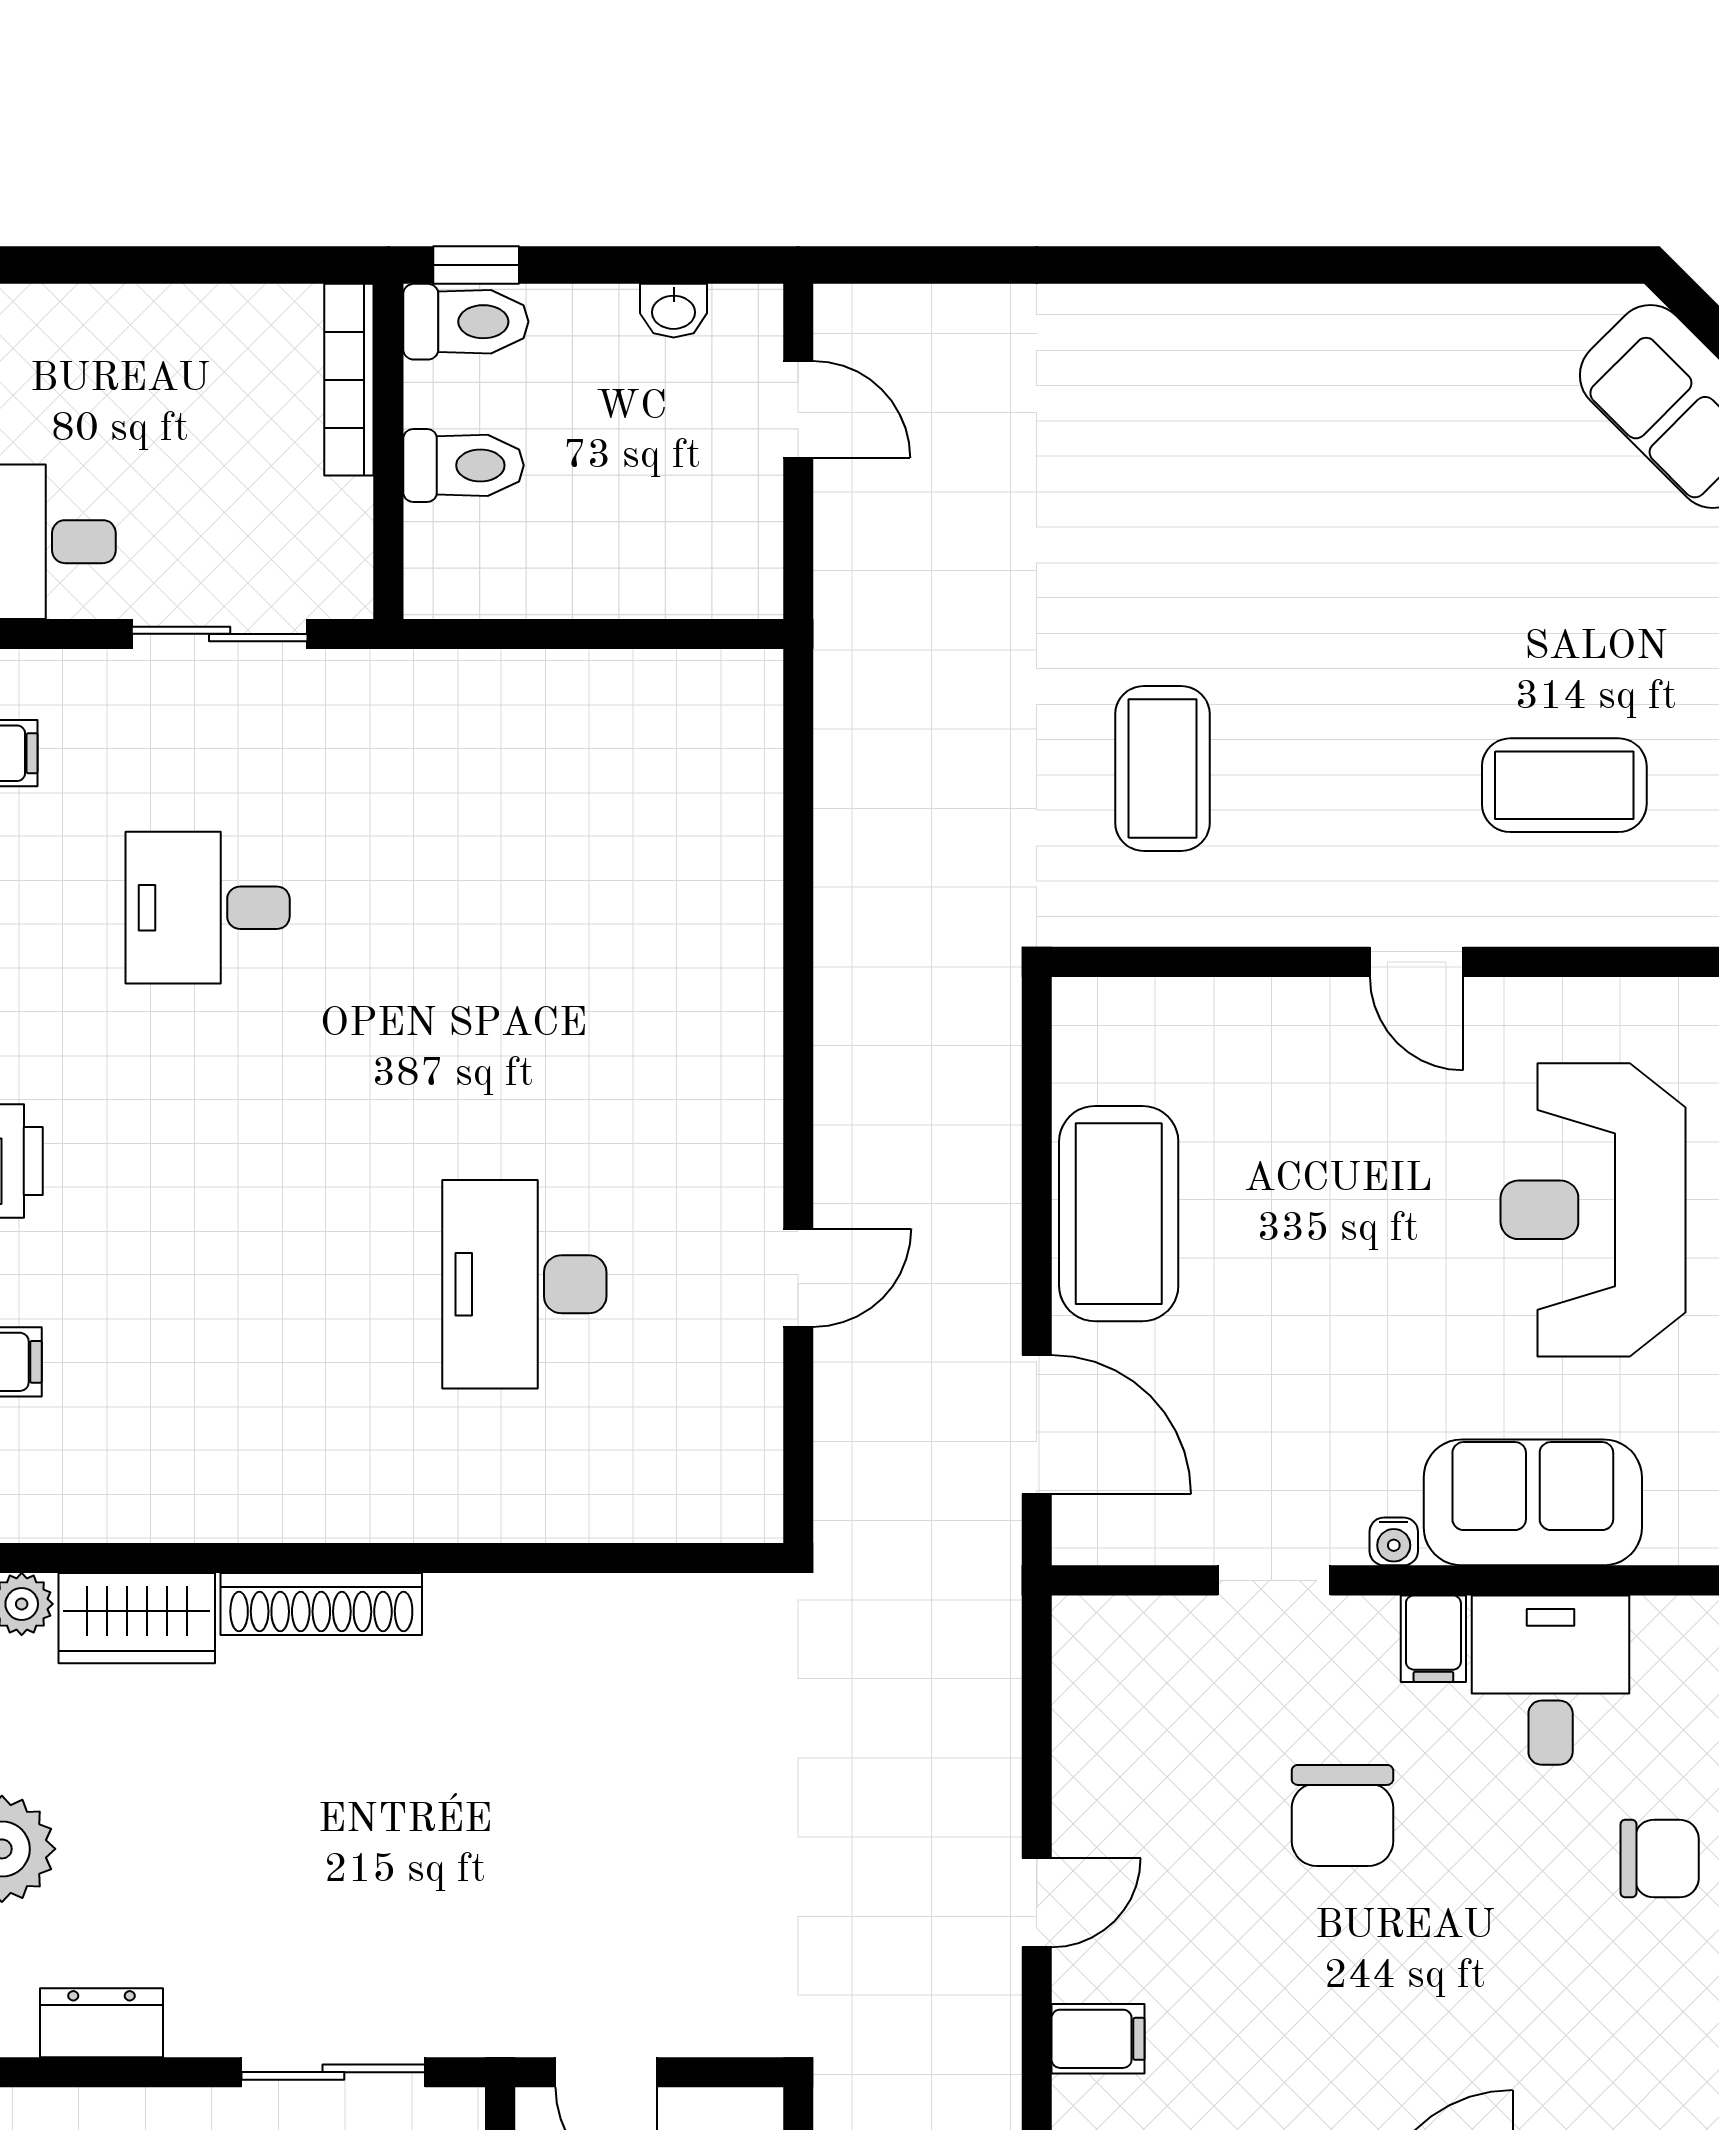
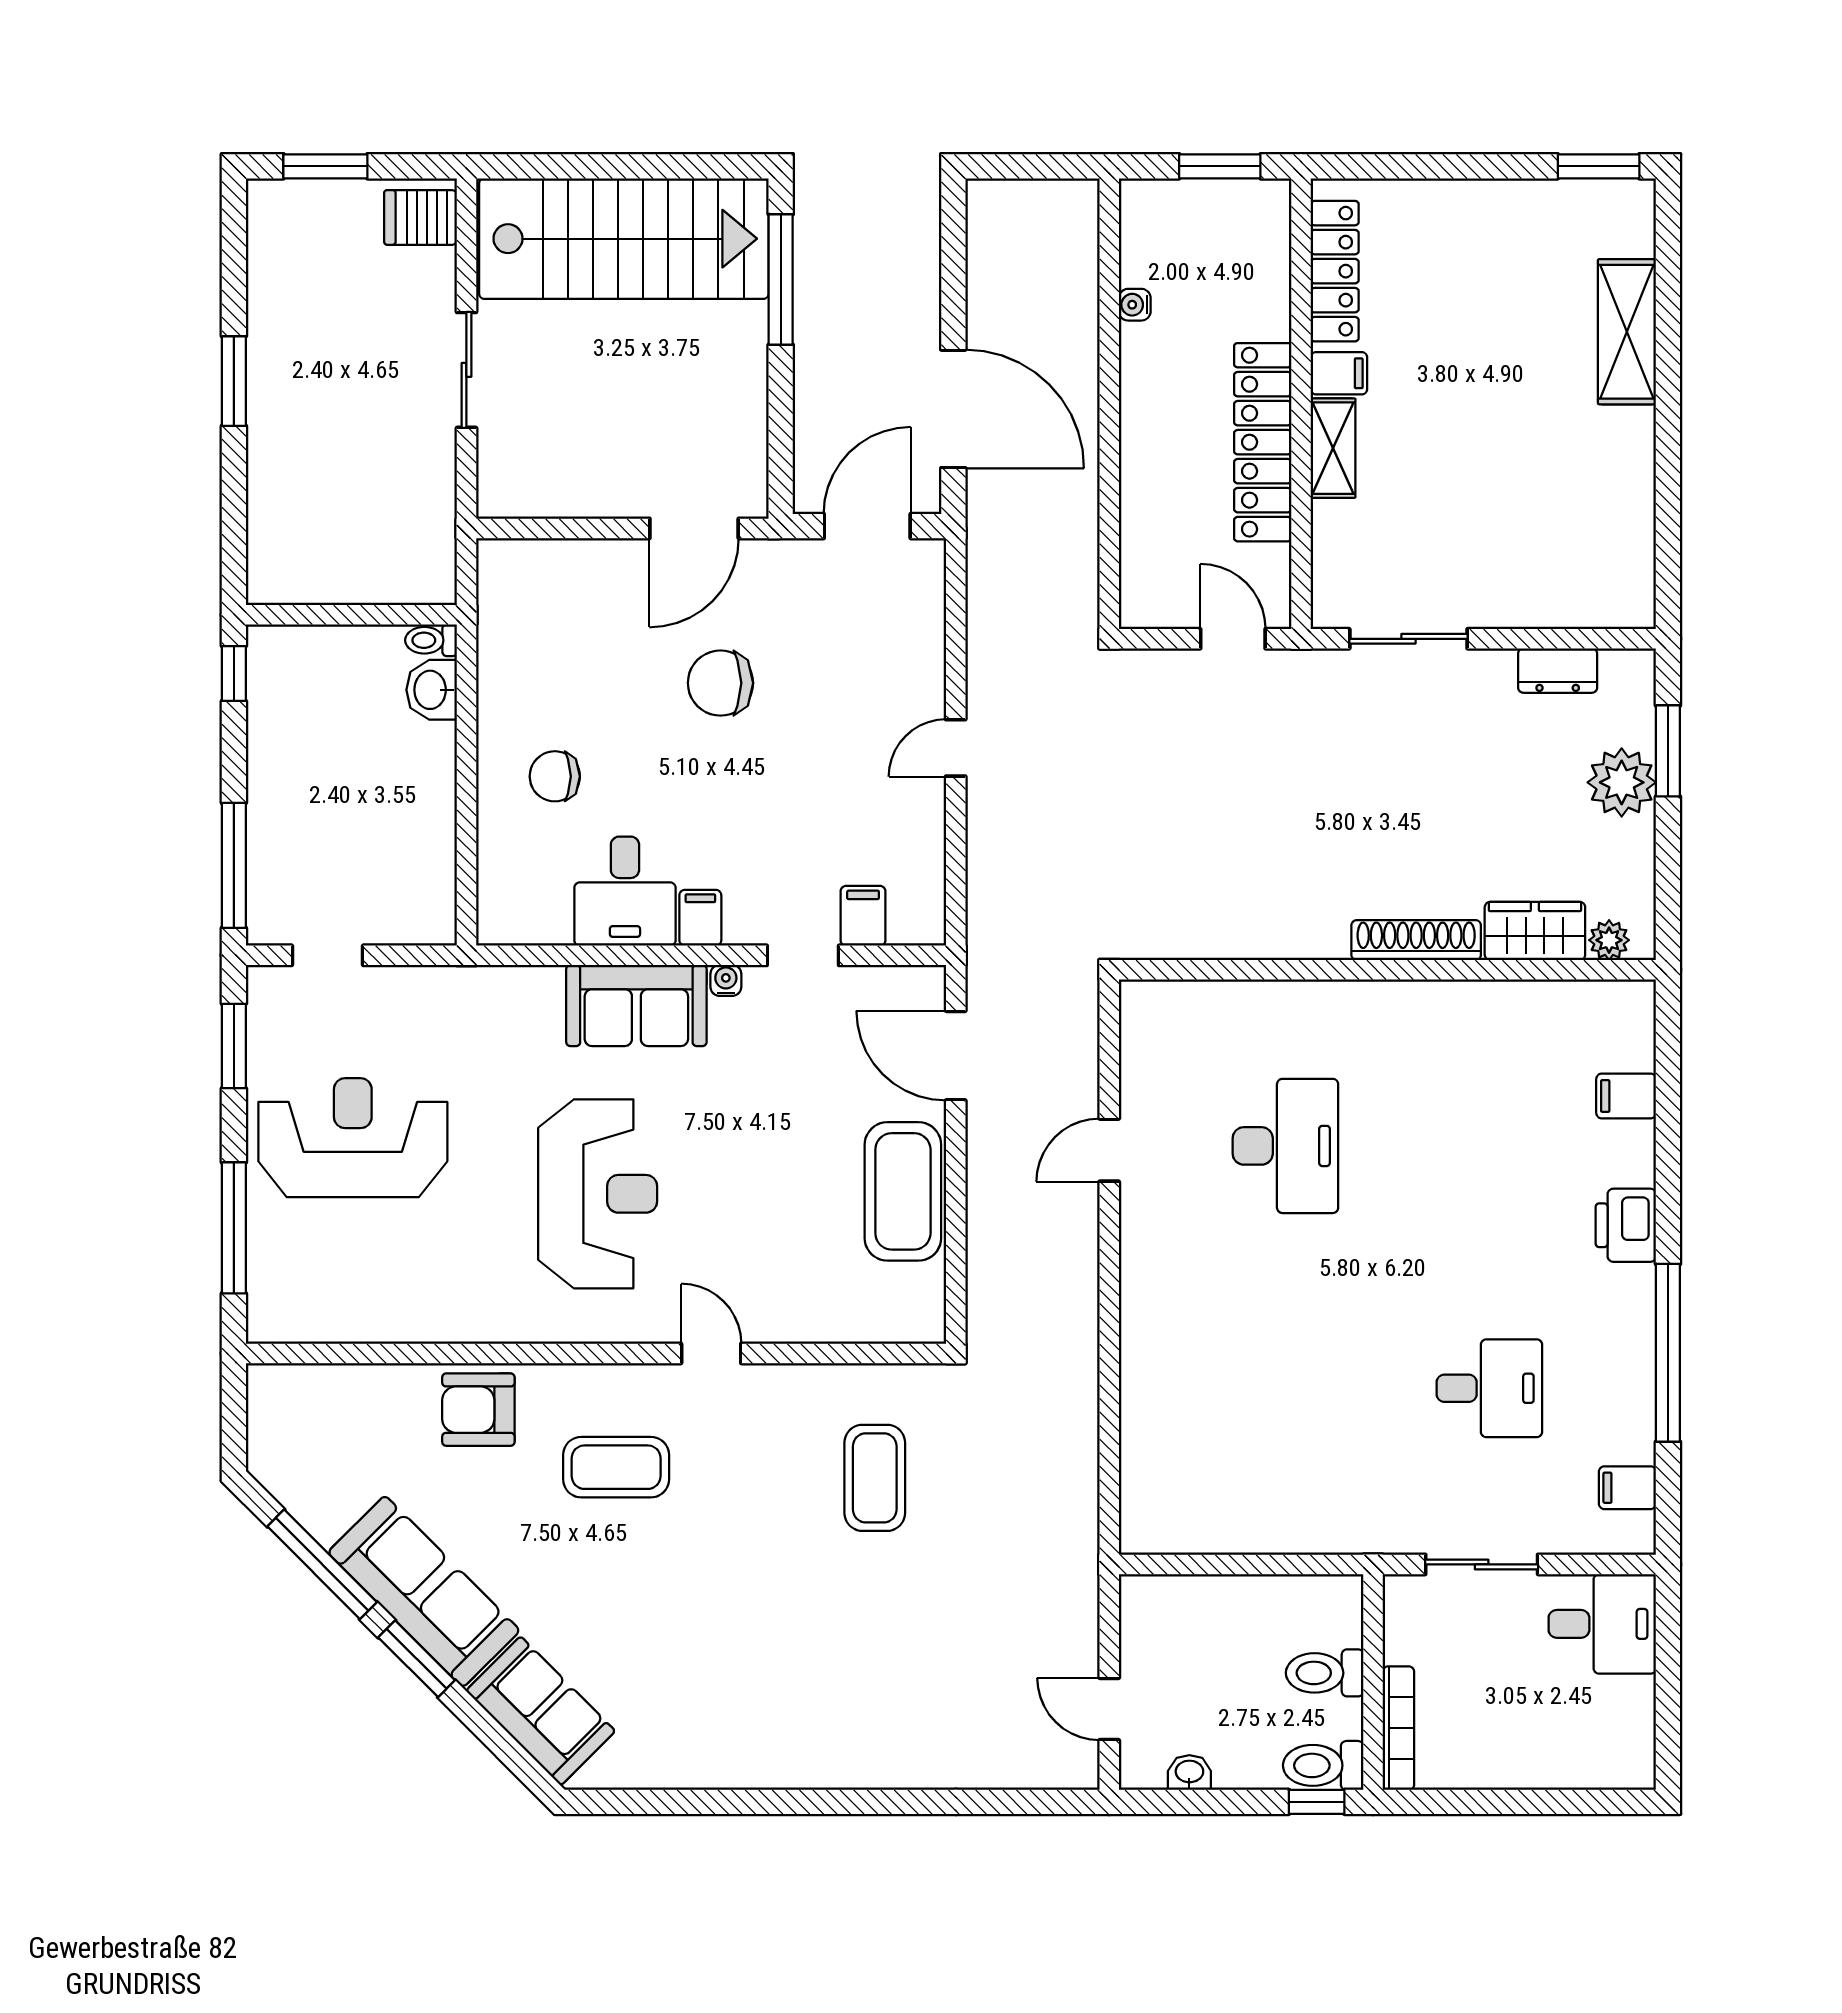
chair: (1342, 1815) -> (720, 683), moved, turned -90
filing cabinet: (1098, 2039) -> (863, 916), moved, turned 90

